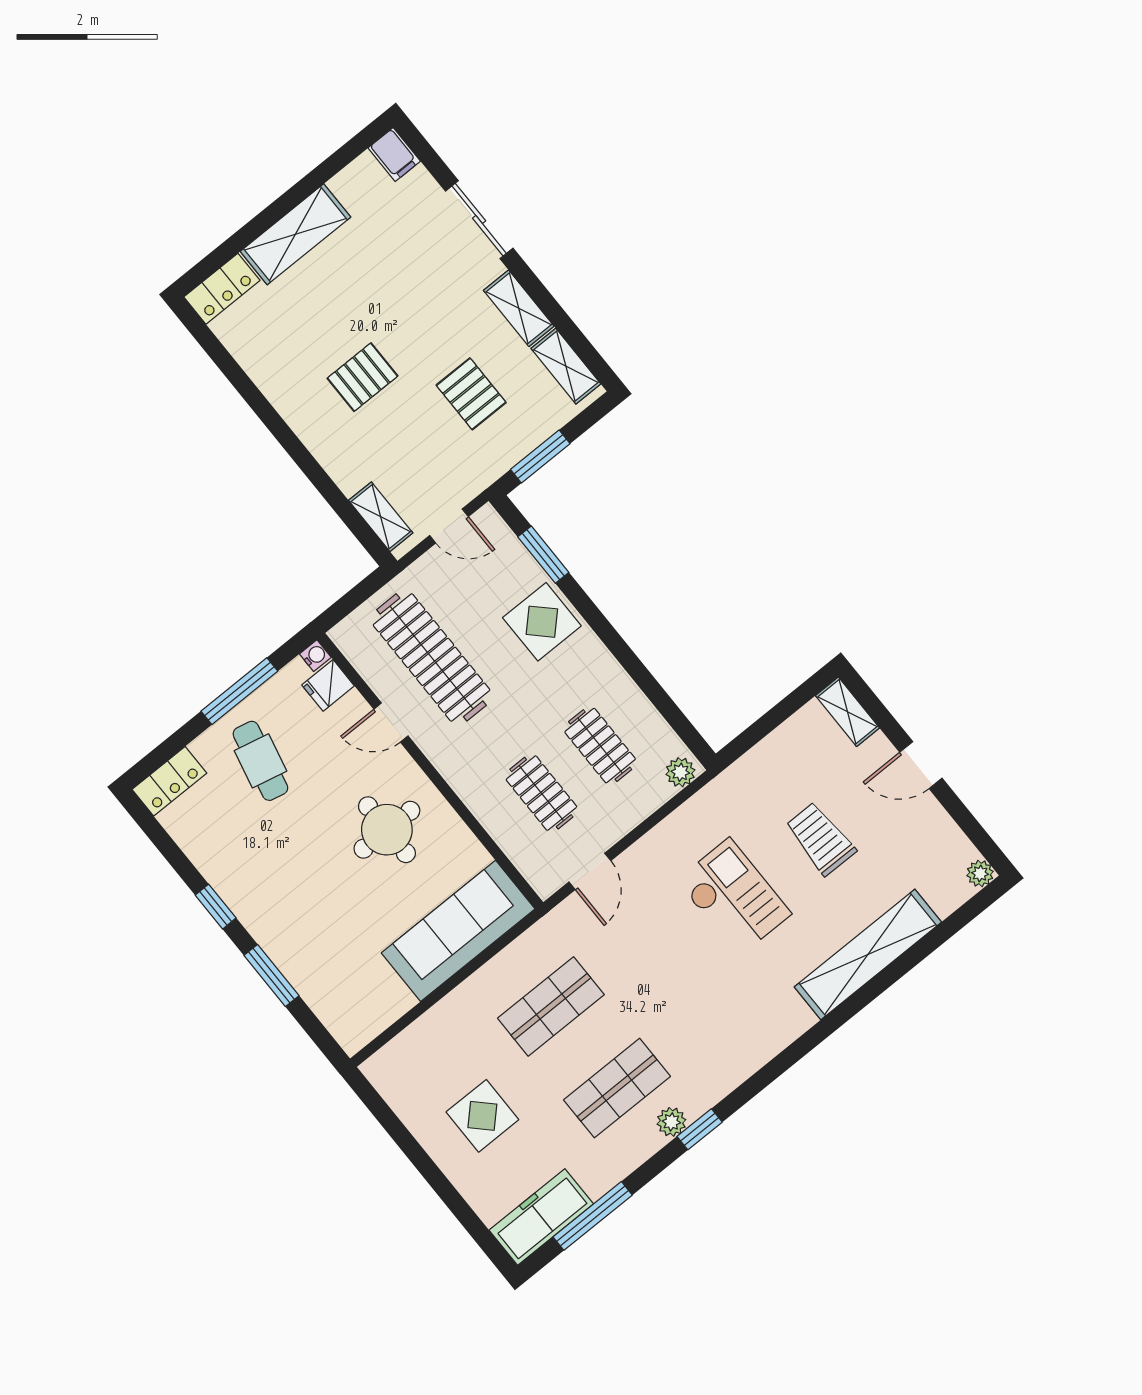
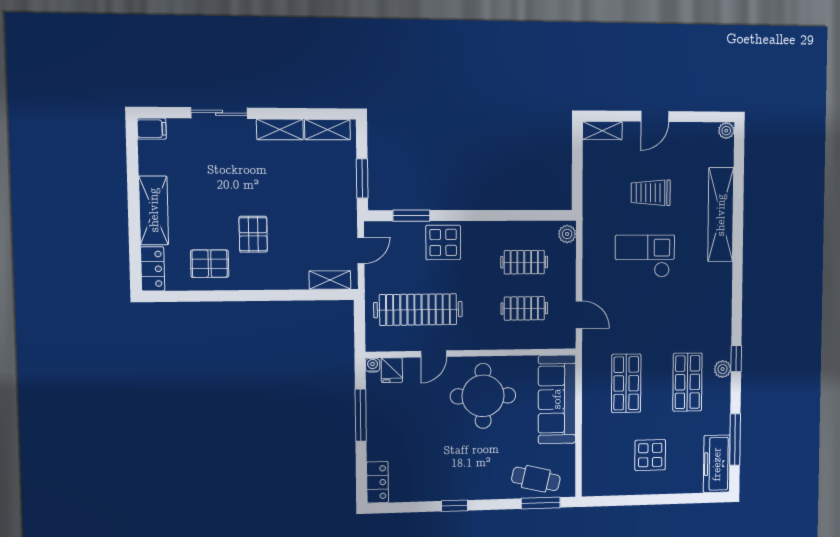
pallet: (471, 394) -> (210, 264), moved
cafe table: (260, 761) -> (536, 479), moved
round table: (387, 830) -> (483, 396), width x1.36, depth x1.36
window: (271, 975) -> (541, 503), moved

